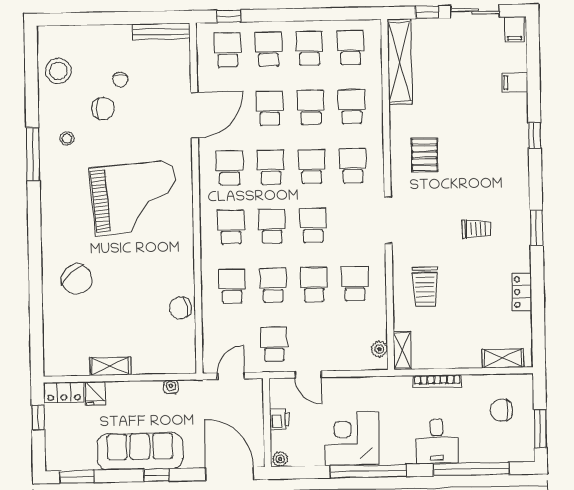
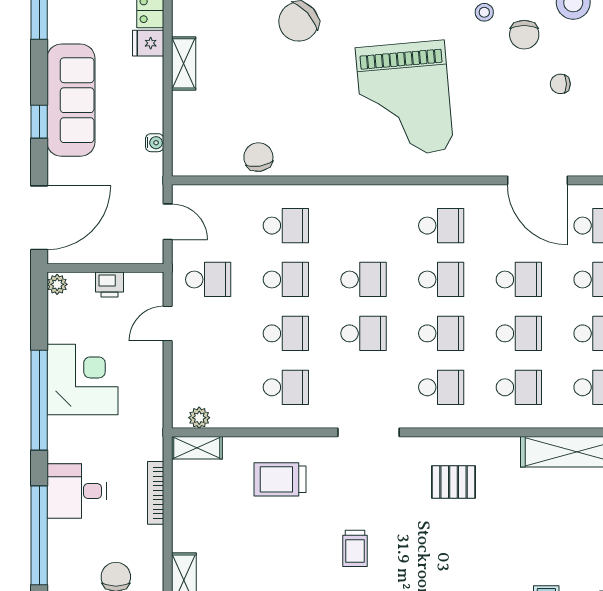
chair: (103, 109) -> (524, 35), moved
door: (195, 115) -> (537, 180), moved
school desk: (231, 227) -> (364, 226), removed

